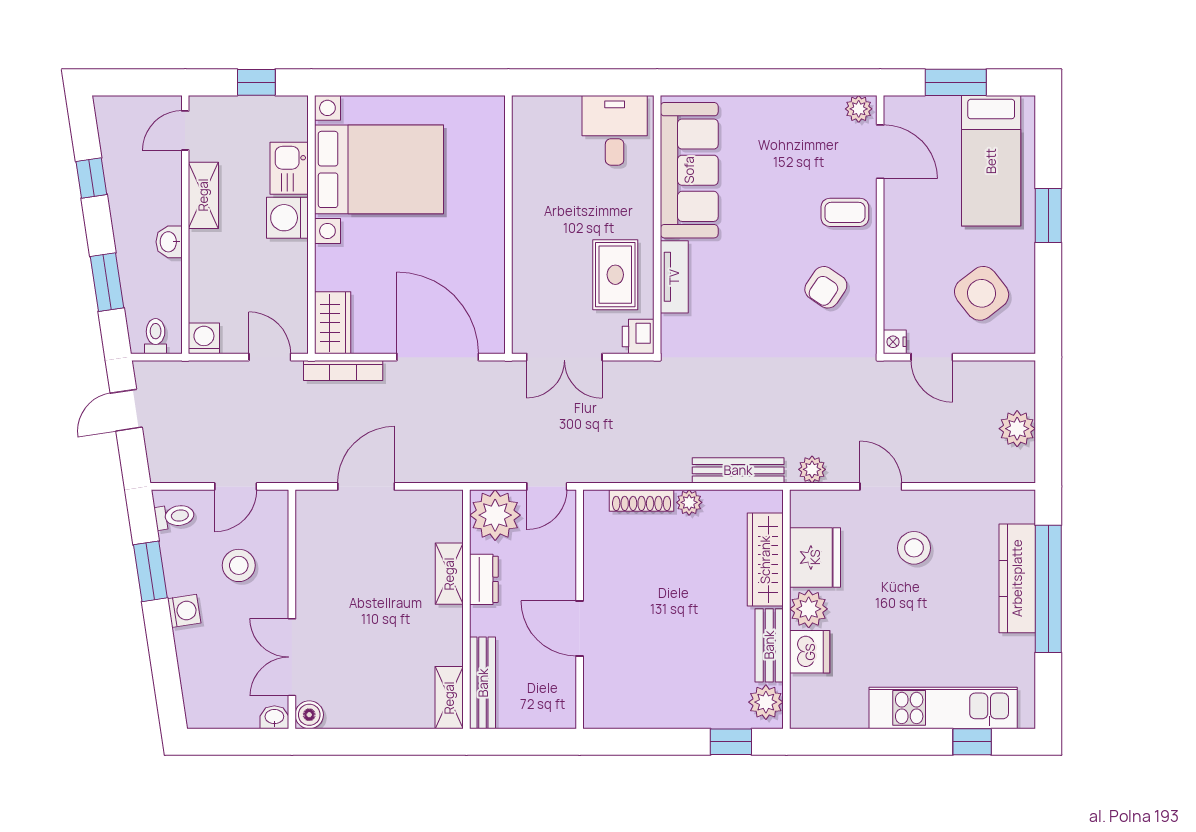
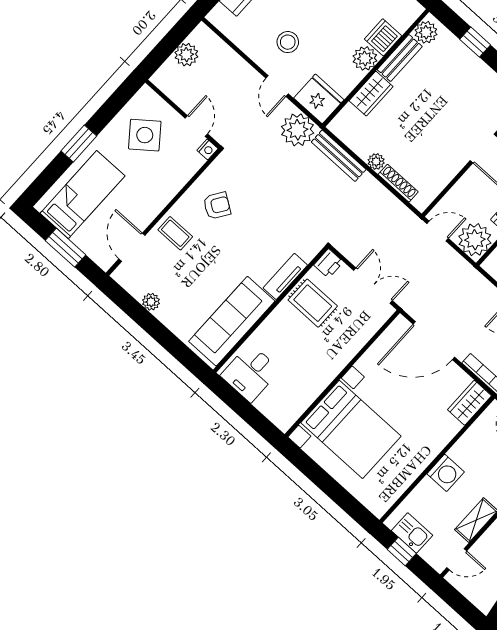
plant: (859, 109) -> (151, 302), moved
kitchen sink: (289, 168) -> (412, 533), moved, turned -90
bed with nightstands: (379, 169) -> (351, 429), moved, turned 180
rug: (615, 275) -> (313, 303), turned 90
door: (438, 357) -> (434, 341), hinge flipped
plant: (812, 469) -> (298, 130), width x1.88, depth x1.88
fridge: (815, 557) -> (319, 99), moved, turned 90
wardrobe: (765, 560) -> (371, 94), width x0.67
window: (731, 742) -> (475, 42), moved

